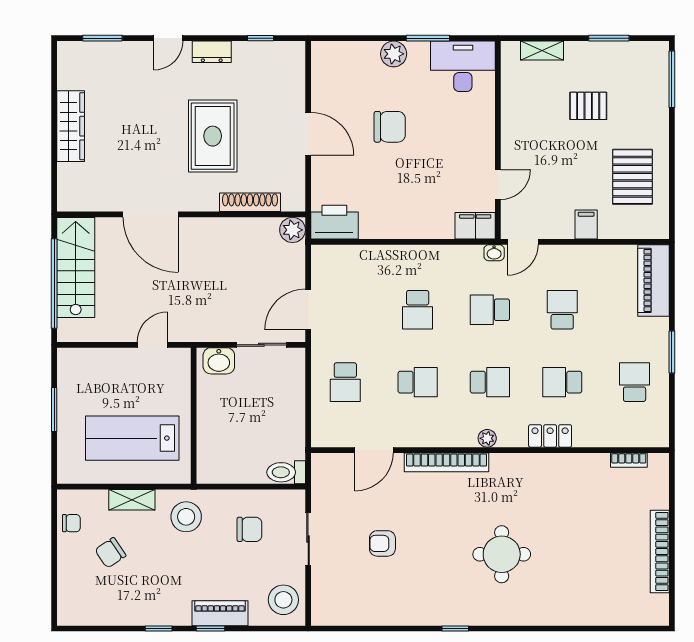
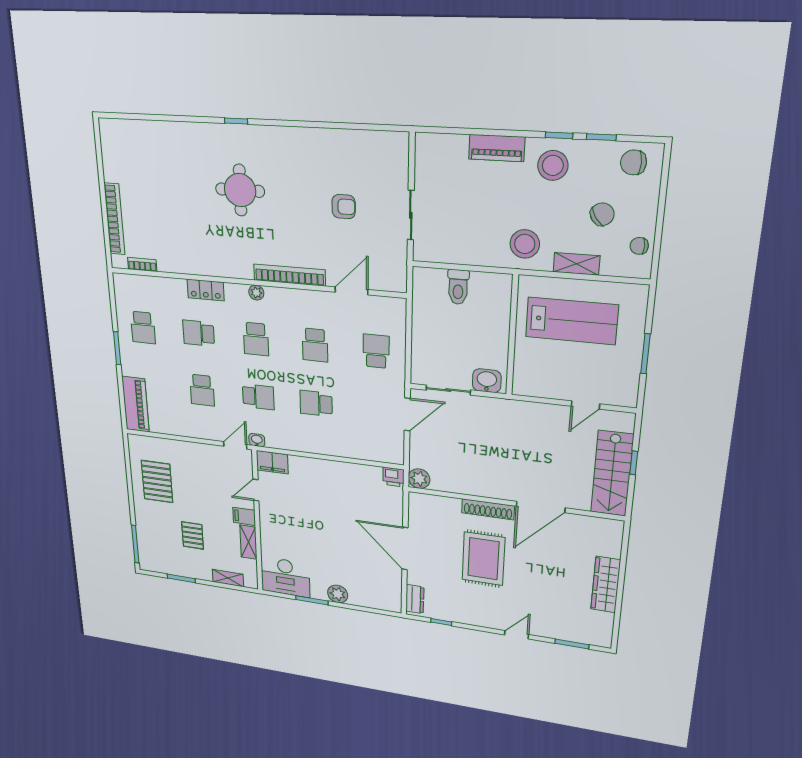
dresser: (212, 52) -> (415, 599), moved, turned 90
pallet: (588, 106) -> (193, 535), turned 90
shelving: (511, 109) -> (248, 542), added
chair: (390, 127) -> (340, 544), removed
door: (308, 134) -> (405, 549), width x1.36
shoe rack: (250, 202) -> (488, 509), moved
door: (151, 214) -> (541, 507), swing flipped
printer: (334, 222) -> (393, 477), width x0.53, depth x0.68
filing cabinet: (586, 224) -> (244, 516), moved, turned 90
window: (54, 283) -> (634, 463), width x0.32
school desk: (418, 310) -> (316, 403), turned -90
door: (153, 345) -> (585, 405), moved
school desk: (418, 382) -> (315, 345), turned -90
school desk: (490, 382) -> (256, 339), turned -90
school desk: (562, 382) -> (199, 333), turned 180
toilet: (286, 472) -> (458, 287), moved, turned 90
chair: (249, 529) -> (634, 162), moved
bookcase: (660, 552) -> (114, 219), moved
stool: (283, 600) -> (553, 165), moved
window: (210, 628) -> (601, 137), moved
window: (455, 628) -> (236, 121), moved

